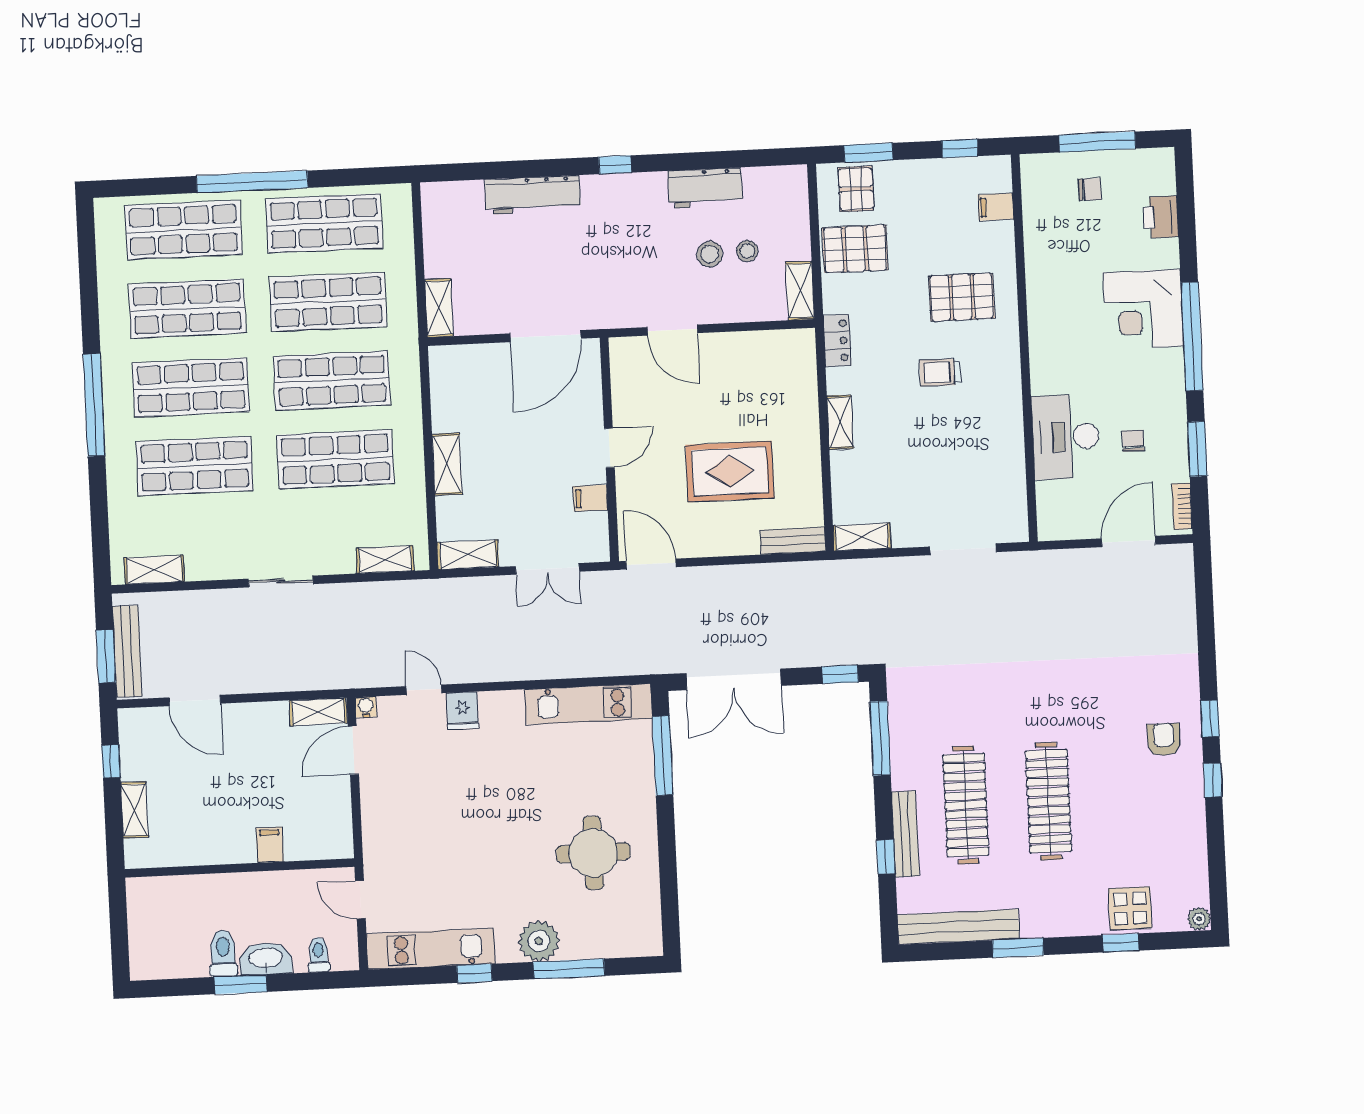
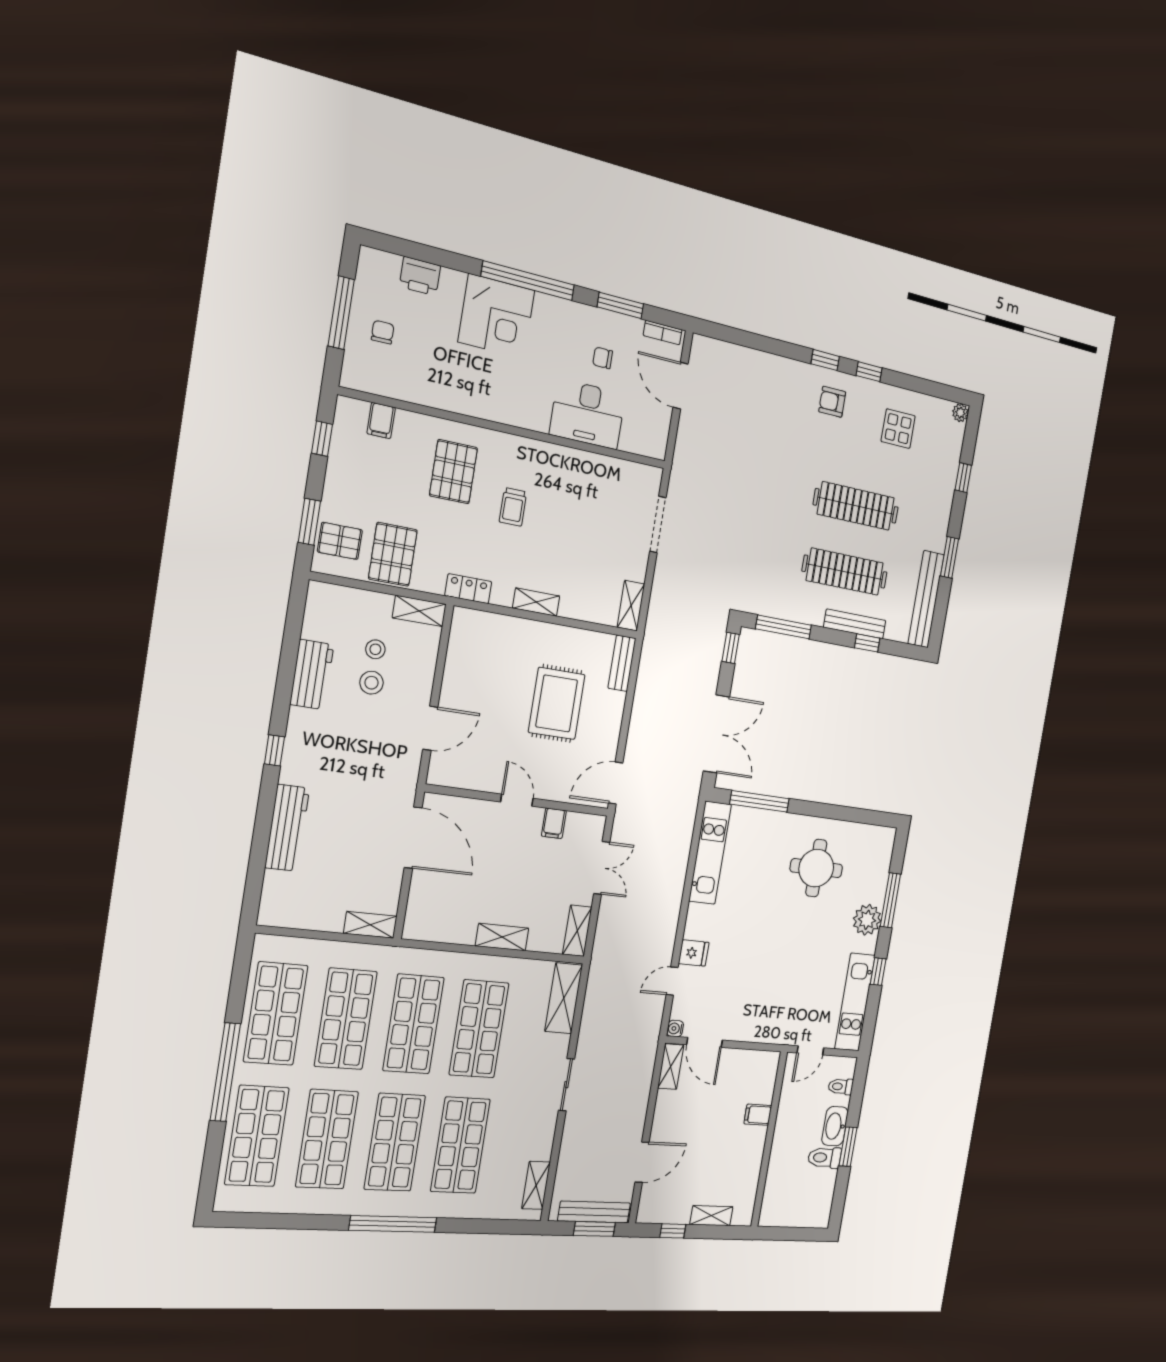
shelving: (385, 560) -> (564, 998), width x1.50, depth x1.33
display table: (1130, 908) -> (898, 429), moved

